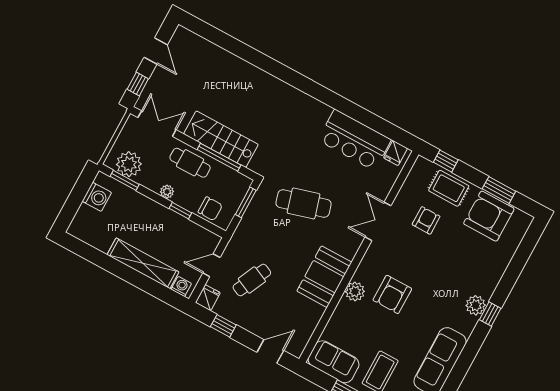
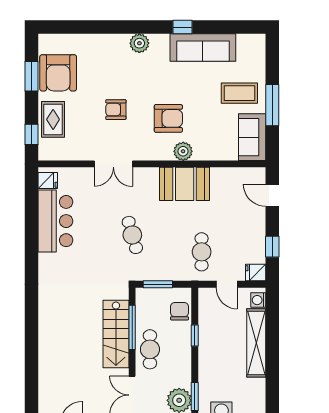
plant: (167, 192) -> (185, 356), removed
cafe table: (304, 203) -> (132, 235), width x0.73, depth x0.74
armchair: (426, 220) -> (116, 110), moved
cafe table: (252, 280) -> (202, 252), moved, turned 65
window: (490, 314) -> (183, 27), moved

